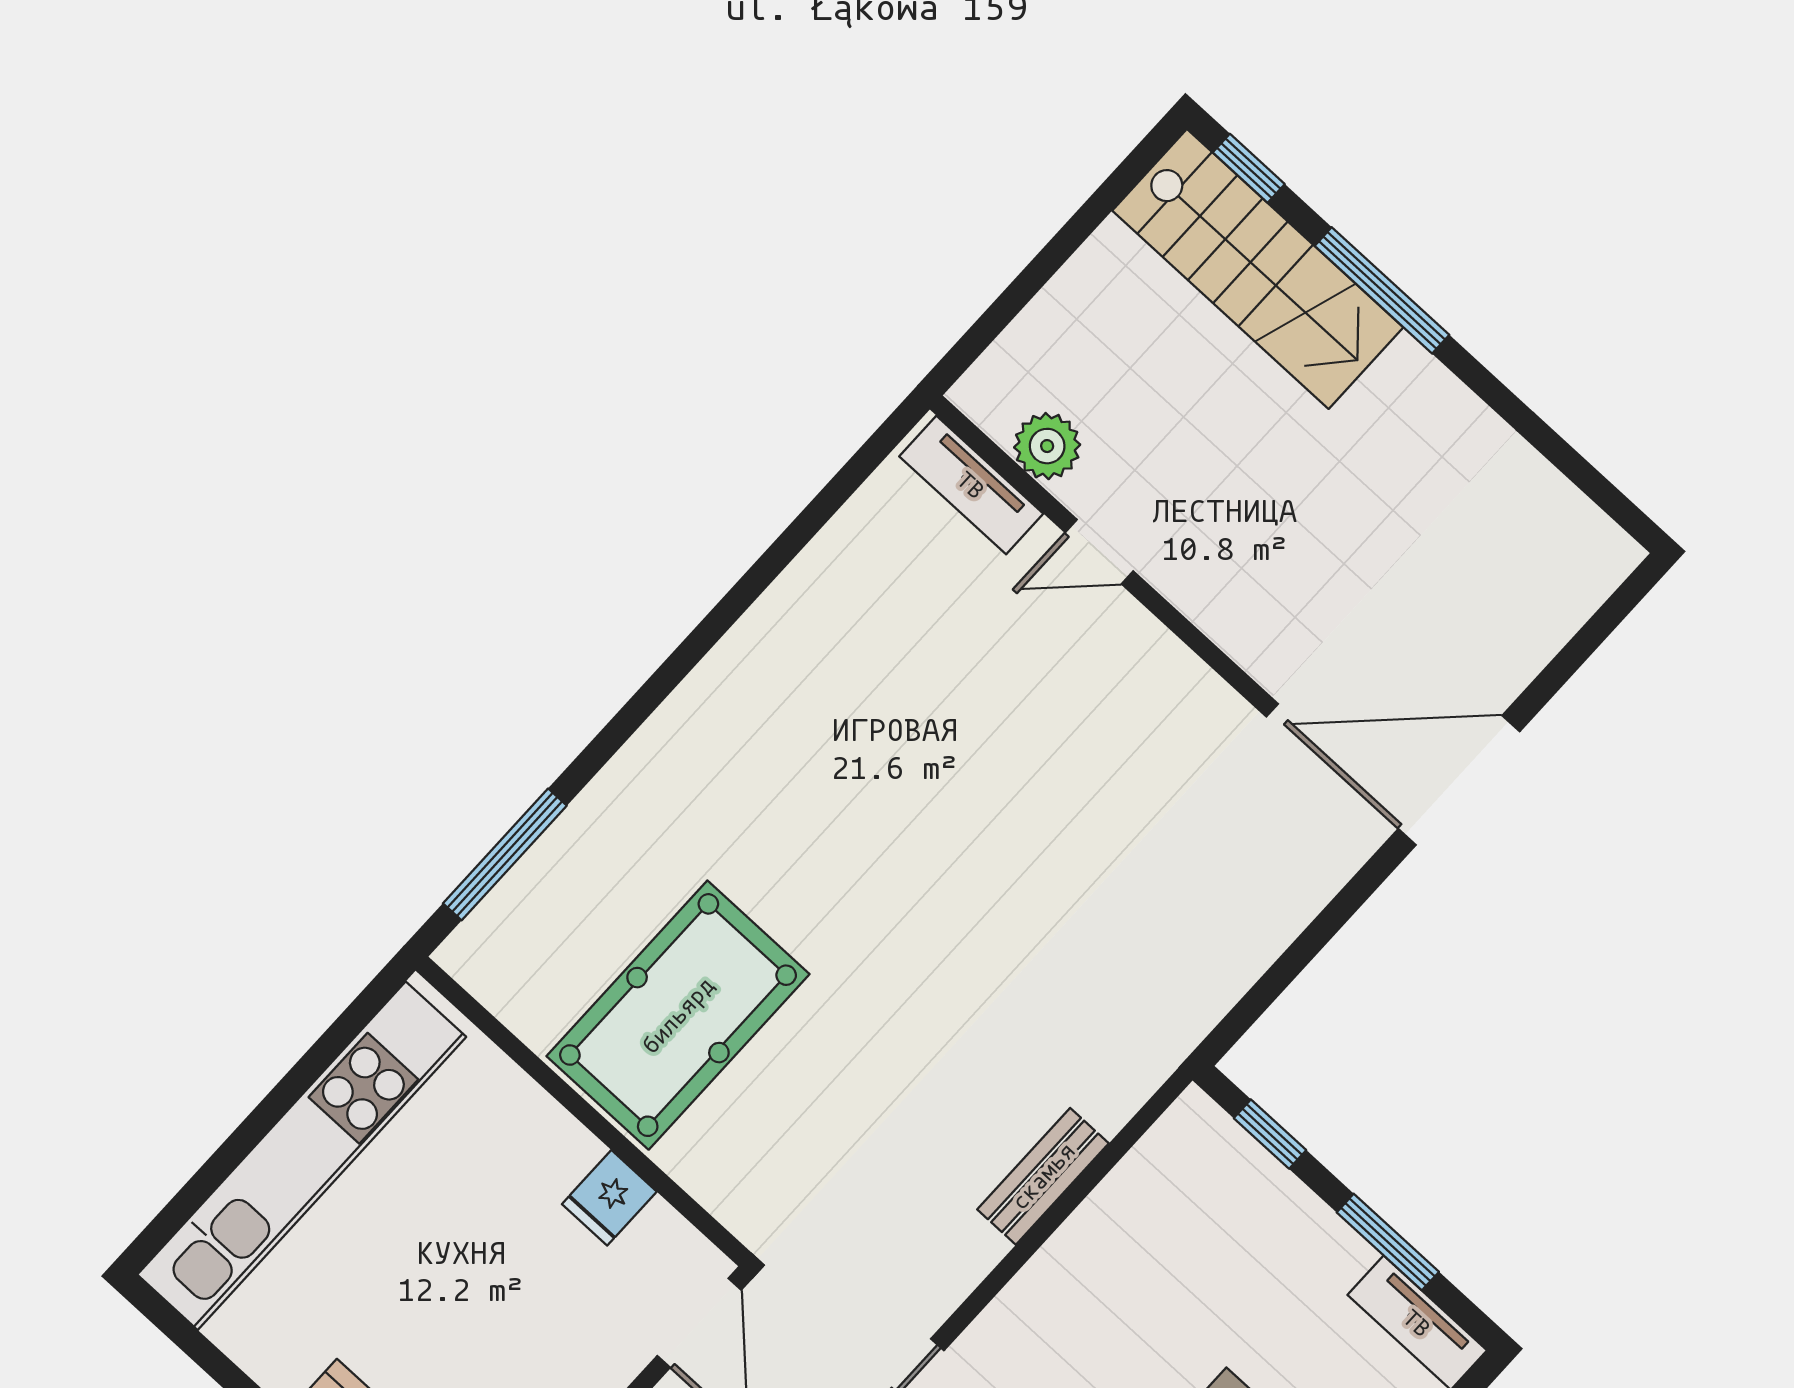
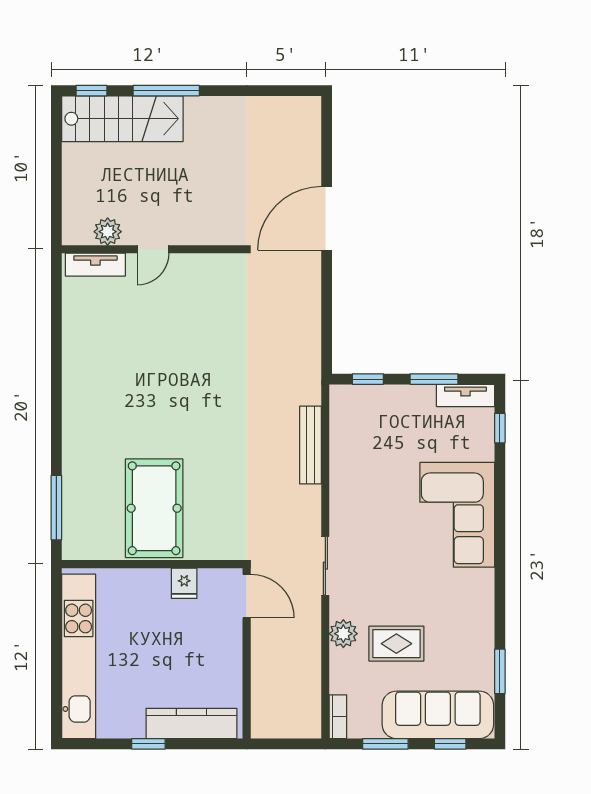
bench: (1043, 1176) -> (310, 445), width x1.36

